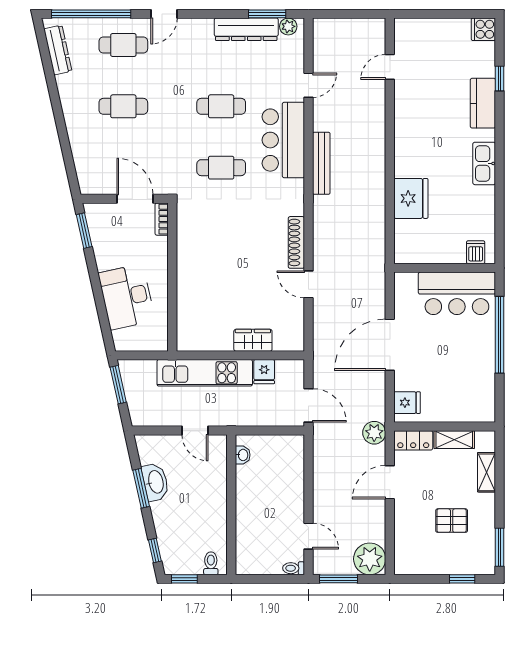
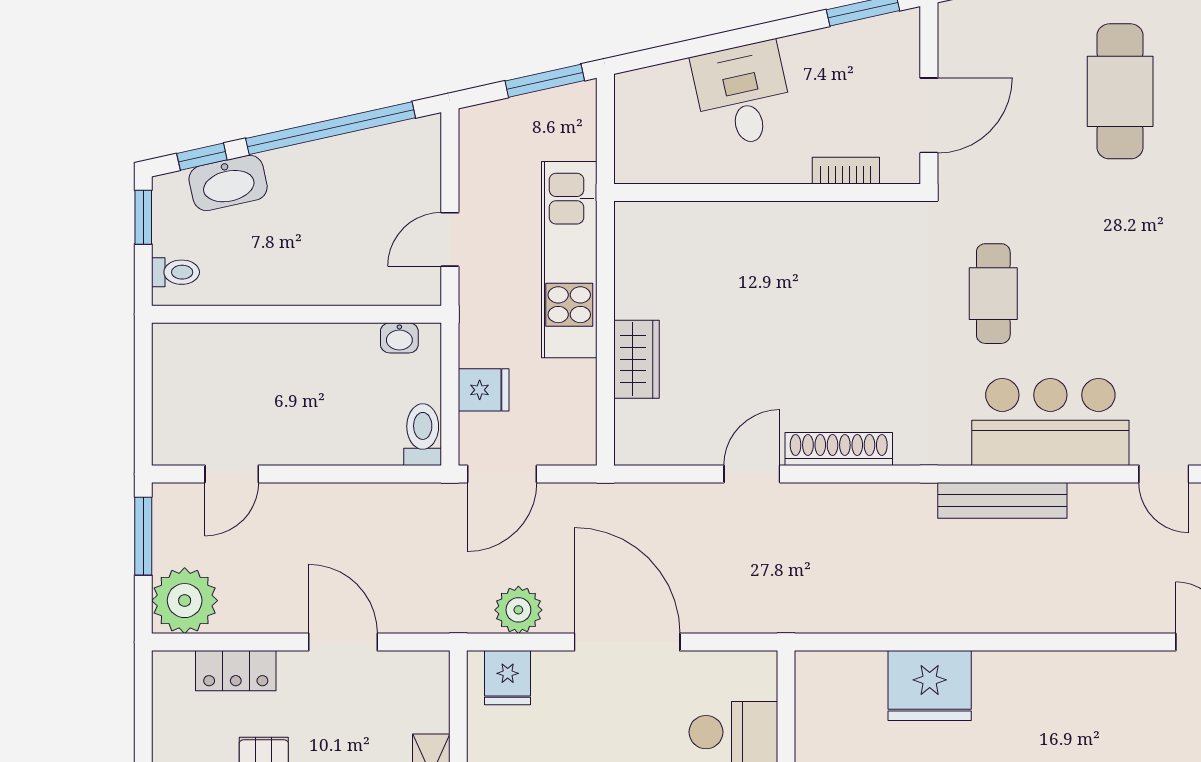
cafe table: (123, 106) -> (1120, 91), width x1.37, depth x1.35
cafe table: (221, 106) -> (1120, 294), removed
bookcase: (162, 219) -> (846, 171), moved
desk: (127, 297) -> (743, 95), width x0.73
fridge: (264, 372) -> (484, 390), moved, turned 180
plant: (374, 433) -> (518, 610), moved
locker: (413, 440) -> (236, 671), moved, turned -90
washbasin: (155, 482) -> (228, 183), moved
window: (141, 488) -> (331, 128), width x2.11
toilet: (294, 568) -> (423, 435), moved, width x1.37, depth x1.39

